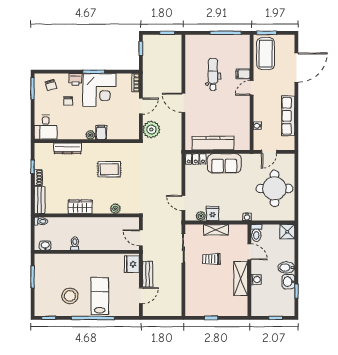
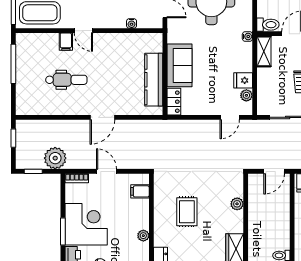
dental chair: (213, 74) -> (66, 80), turned 180
plant: (151, 129) -> (55, 158), moved
filing cabinet: (101, 132) -> (140, 191), moved
shelving: (216, 230) -> (264, 51), moved

